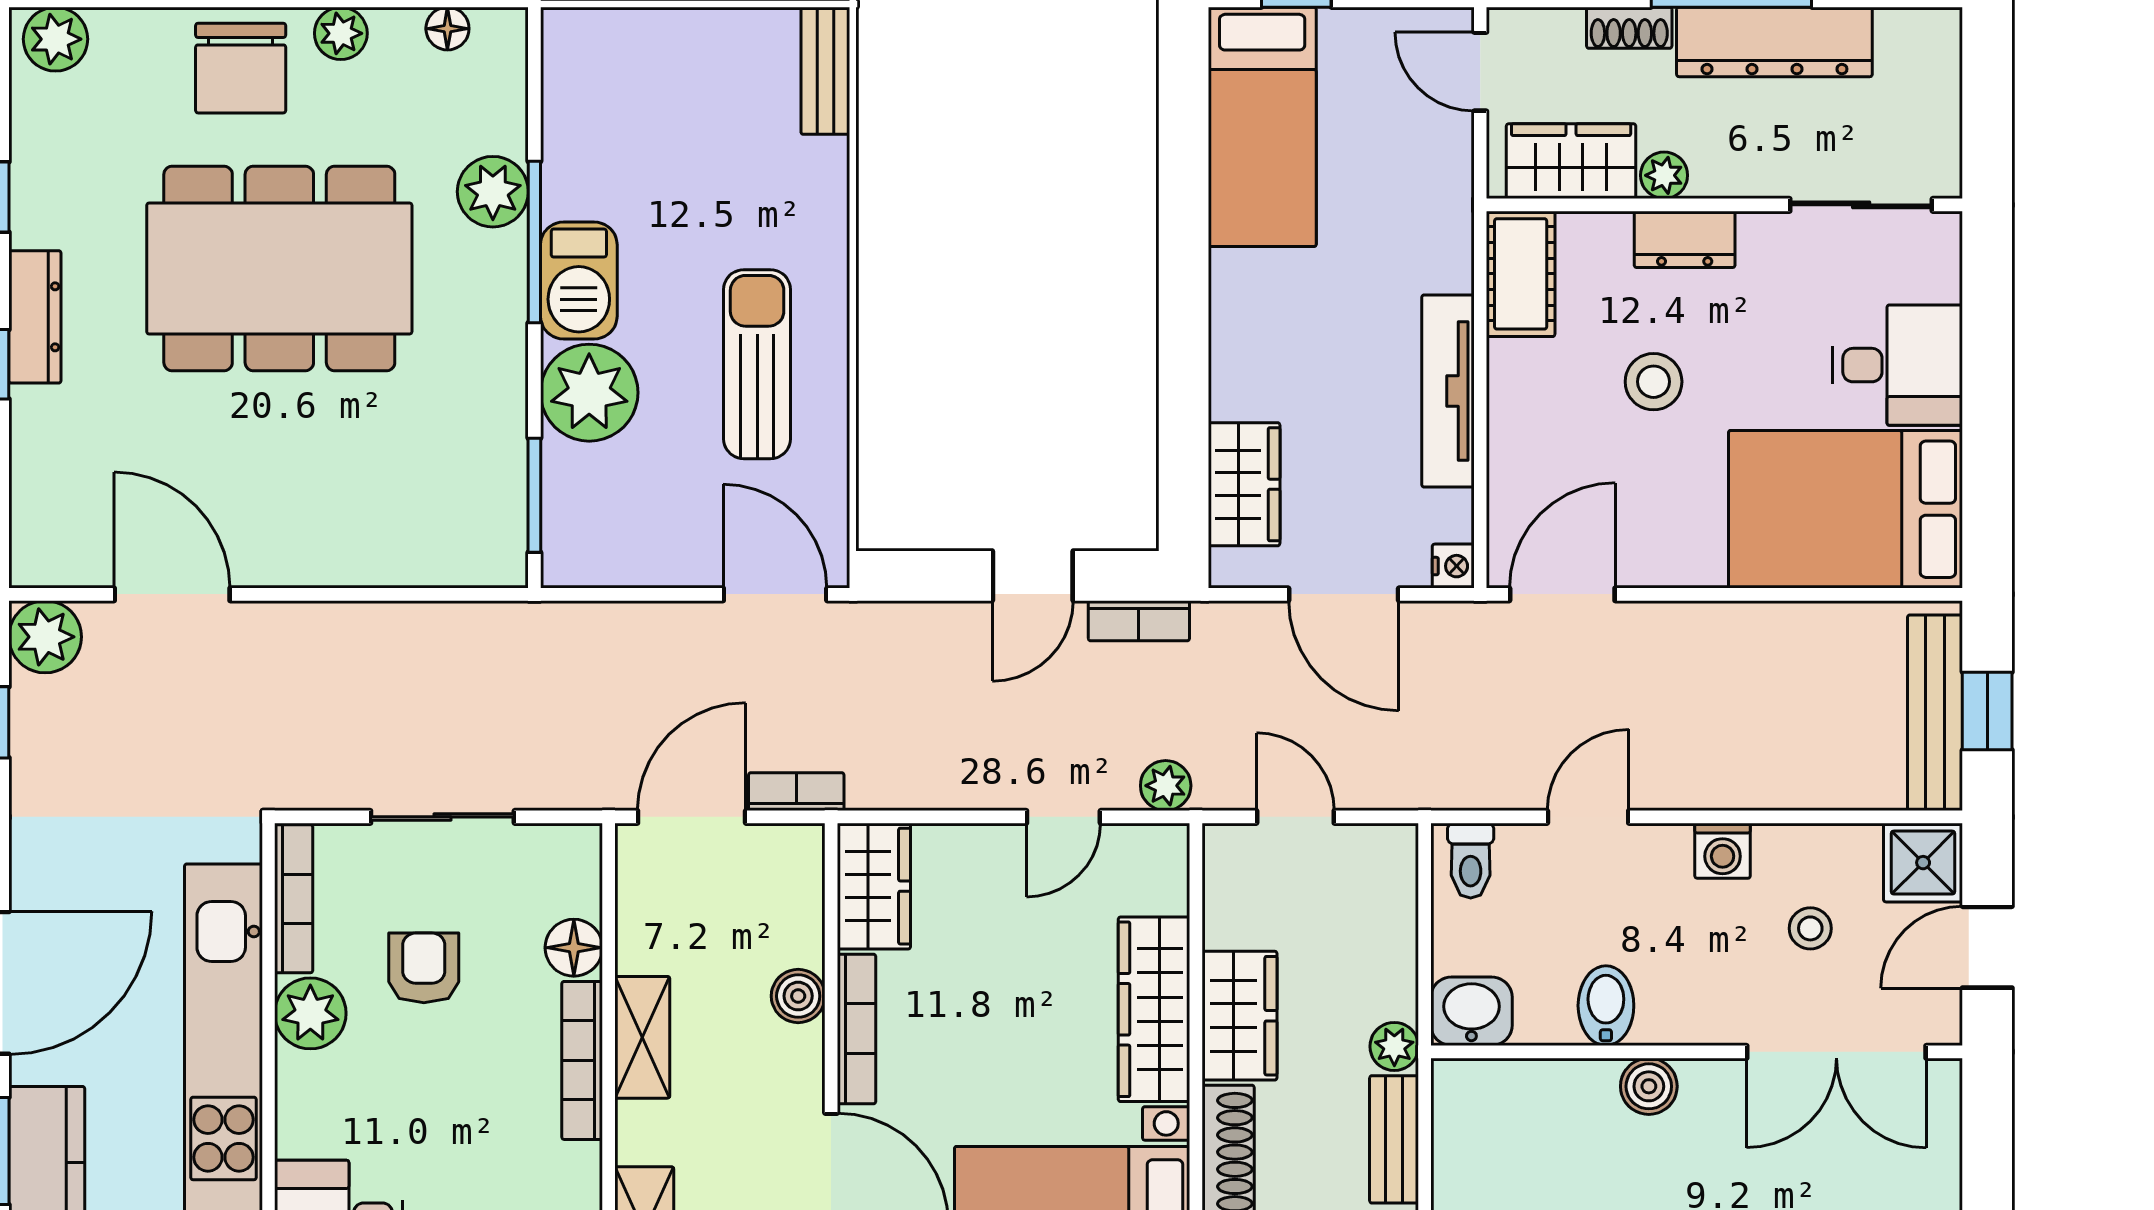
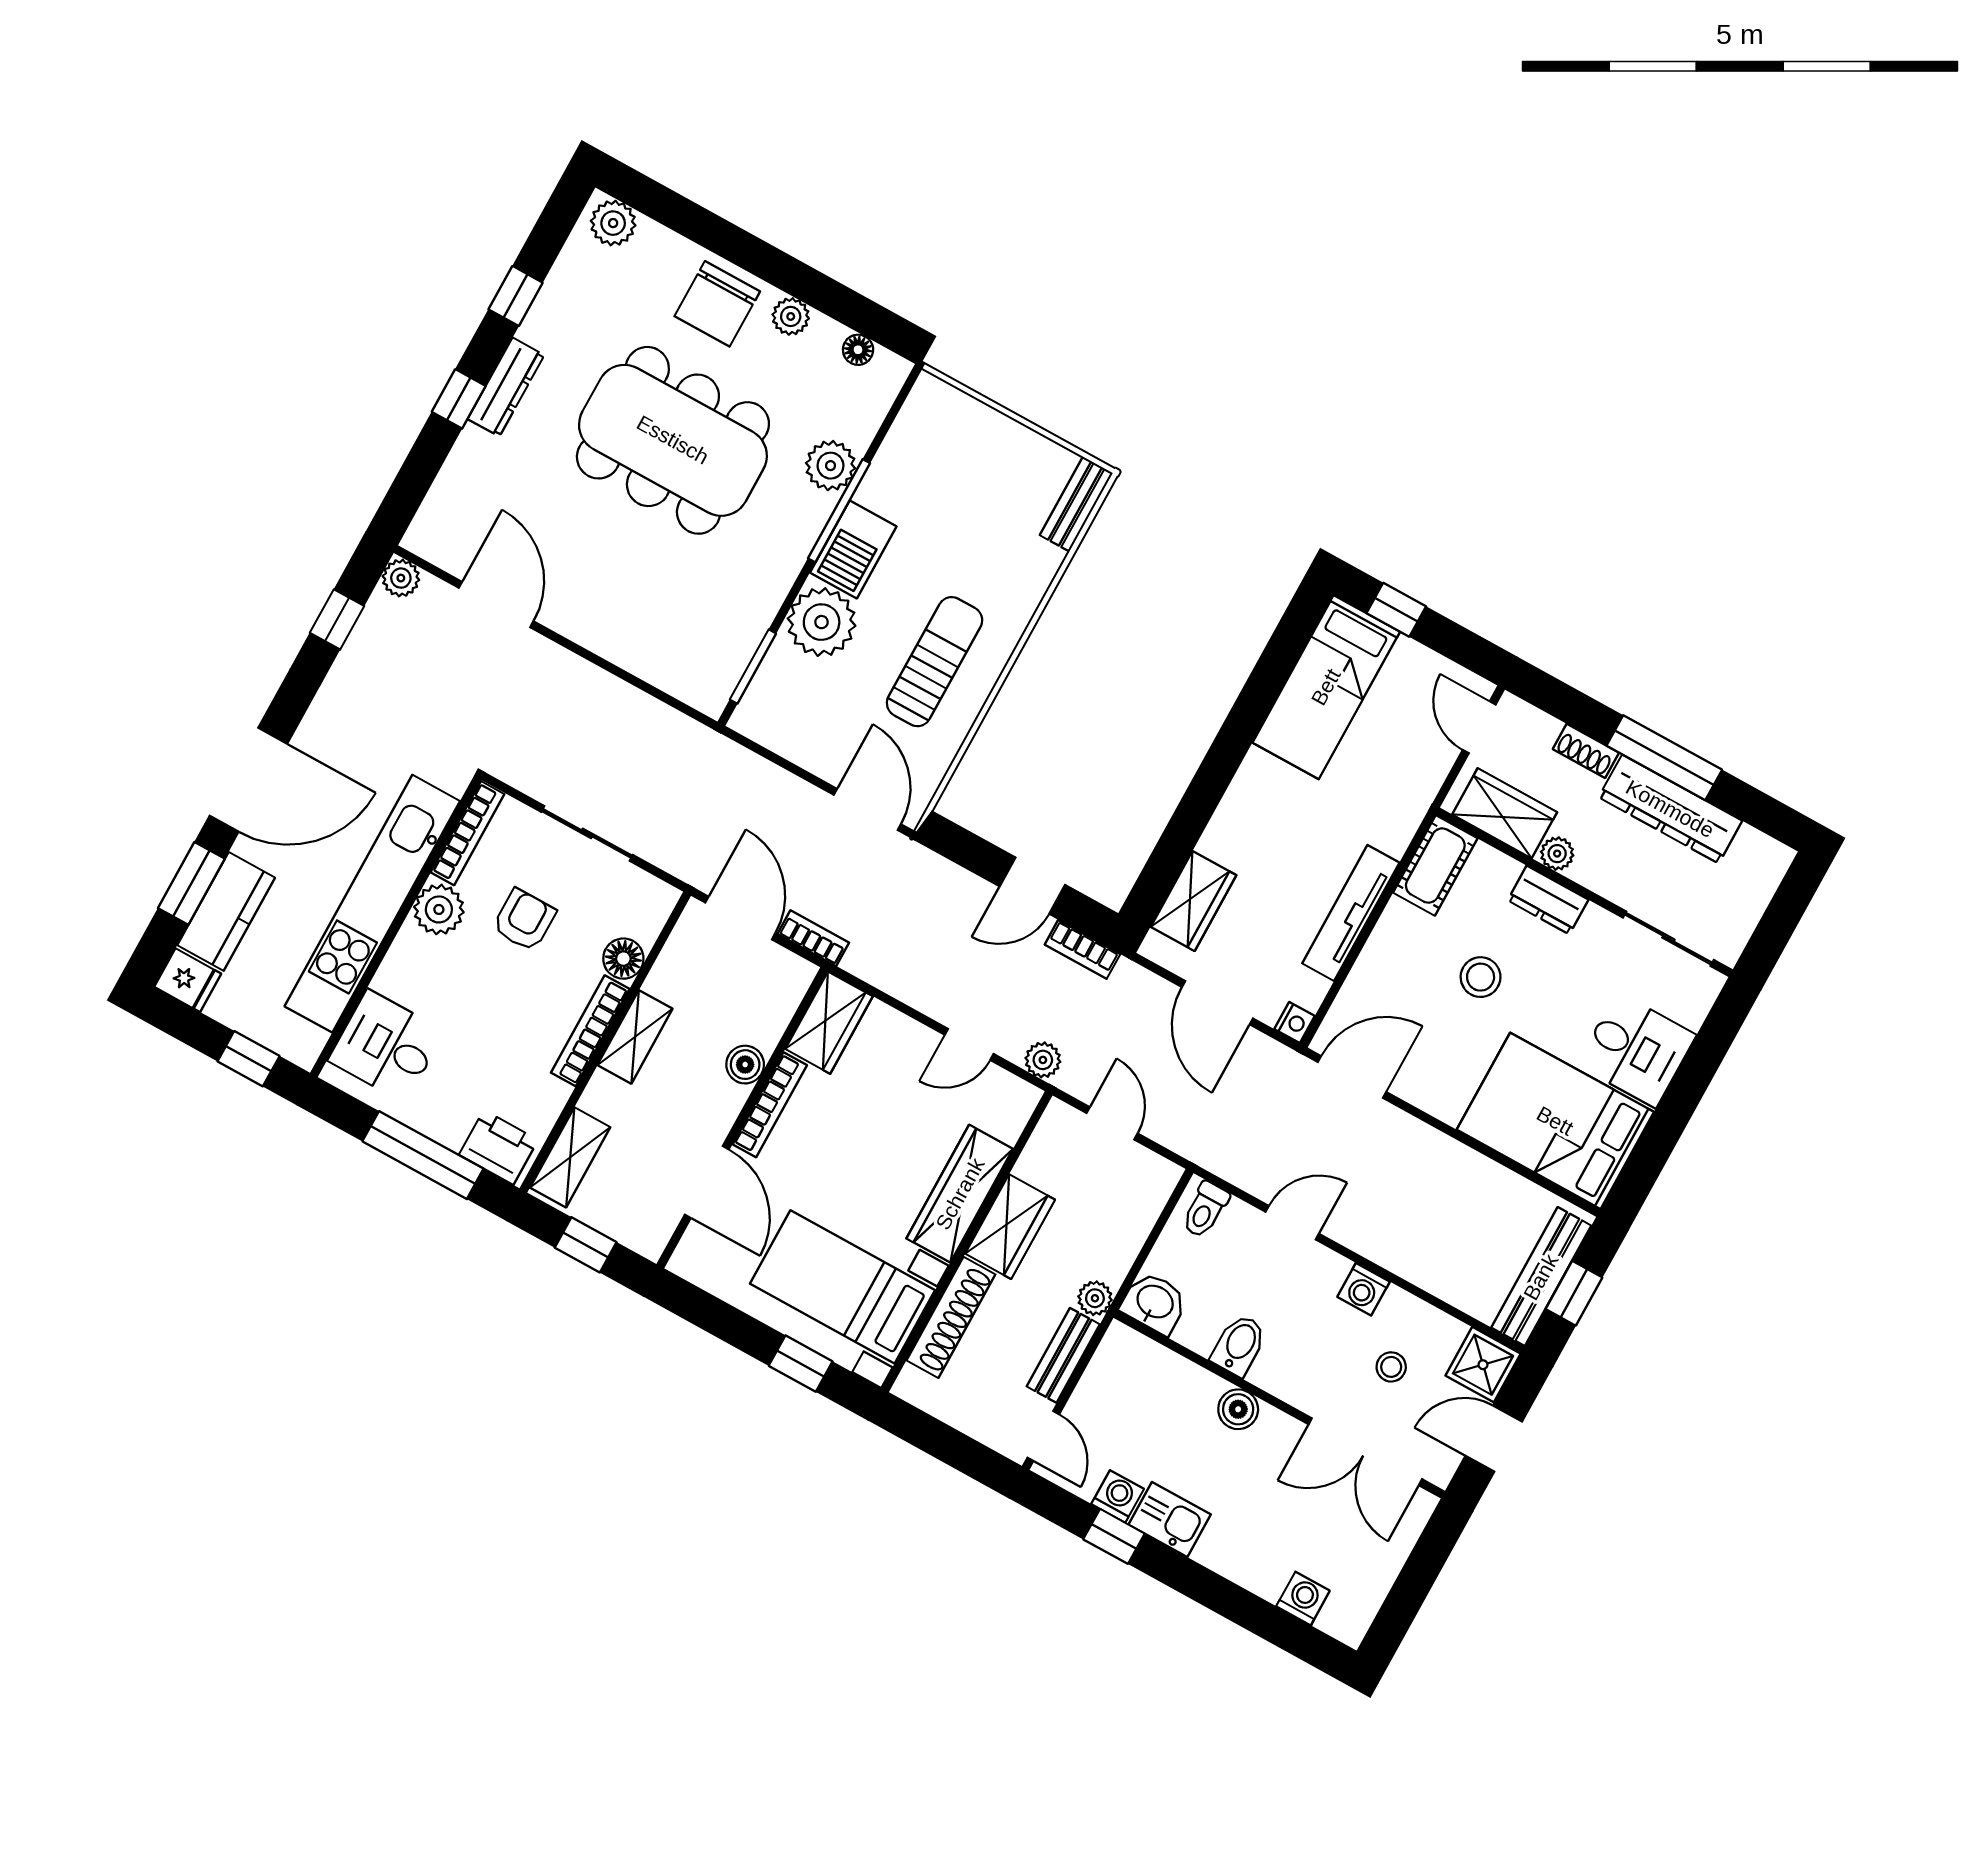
plant: (45, 637) -> (401, 578), width x0.73, depth x0.73
door: (692, 817) -> (740, 918), hinge flipped

